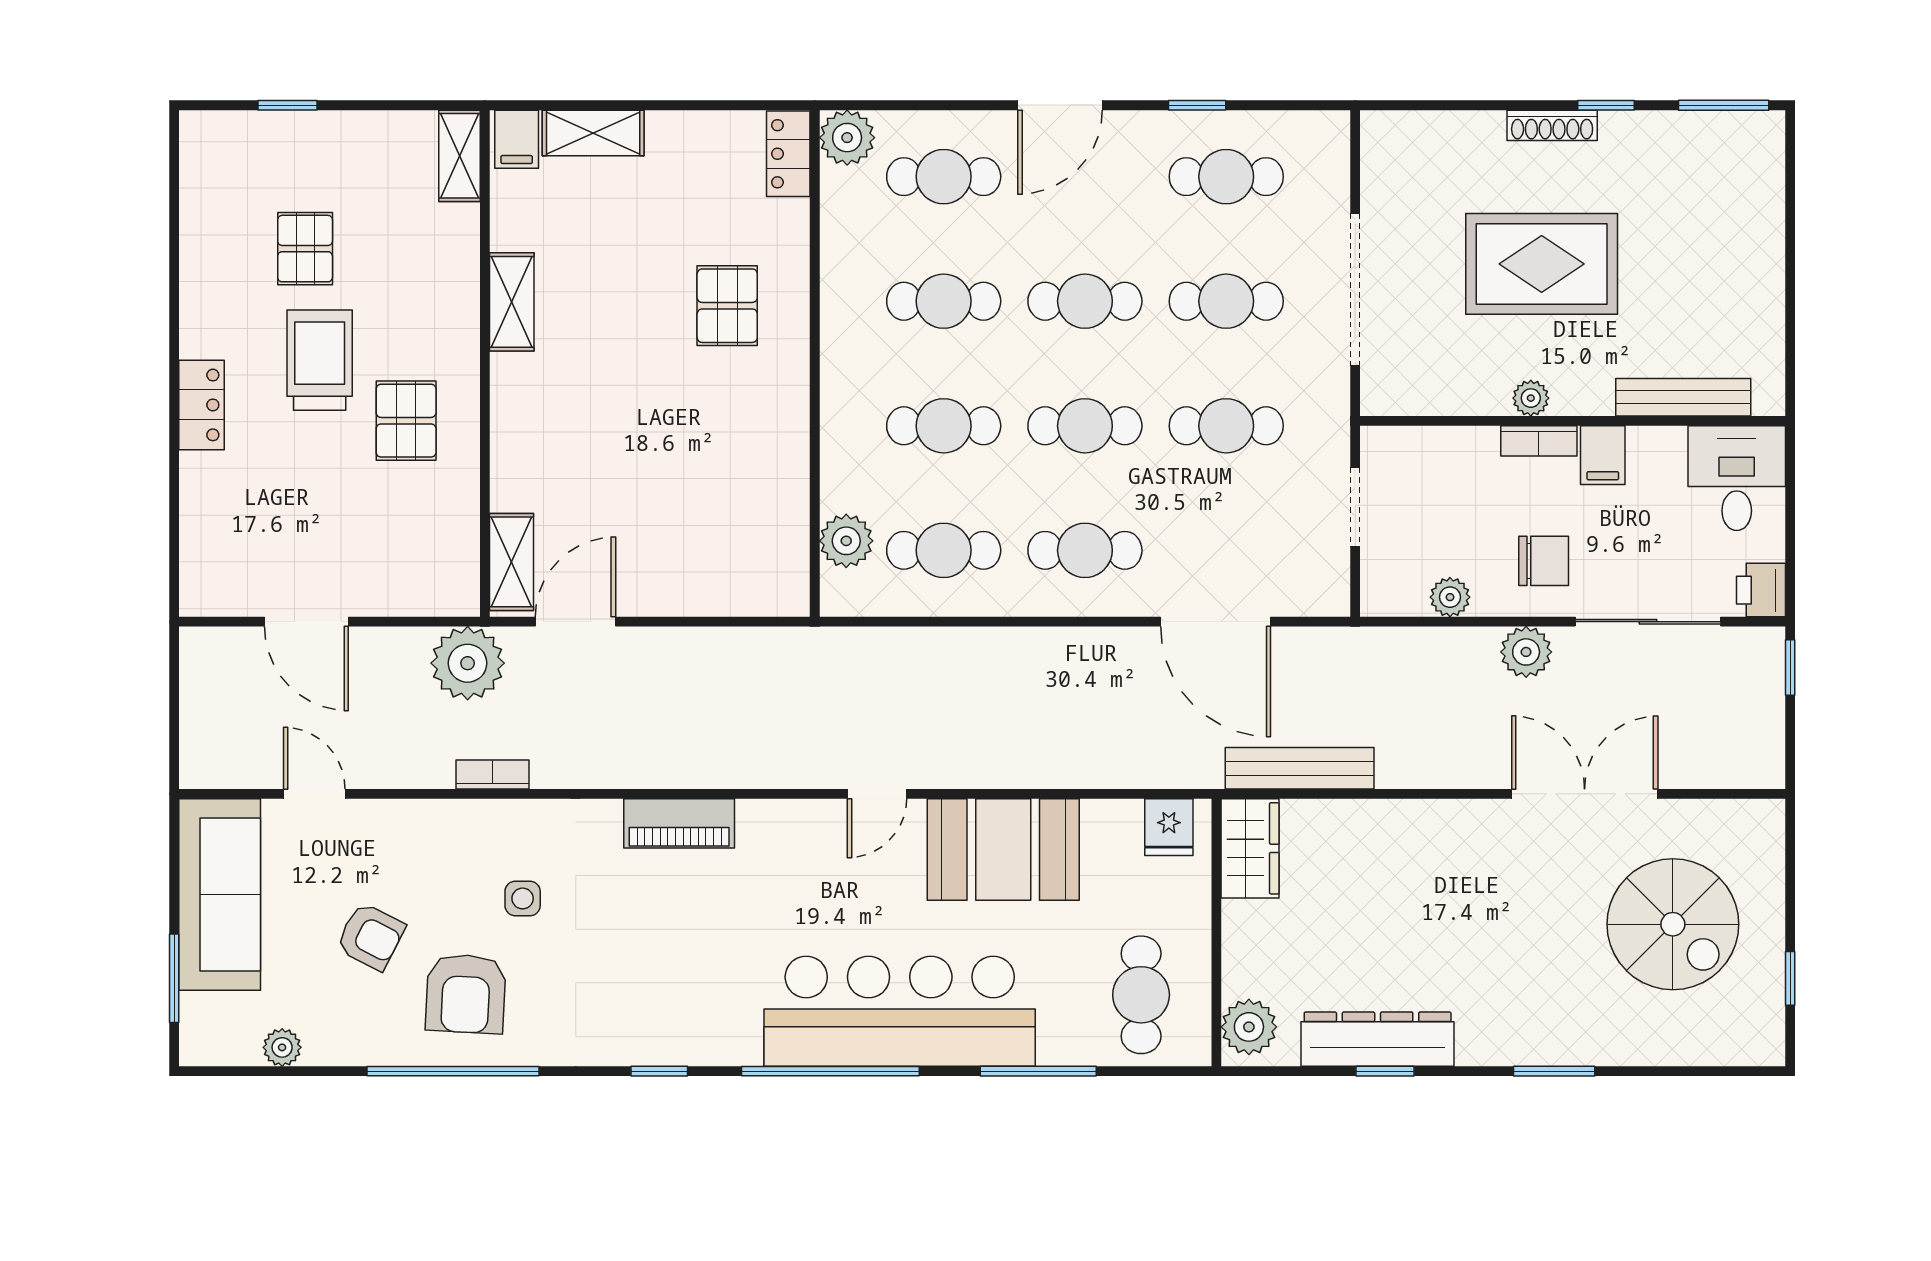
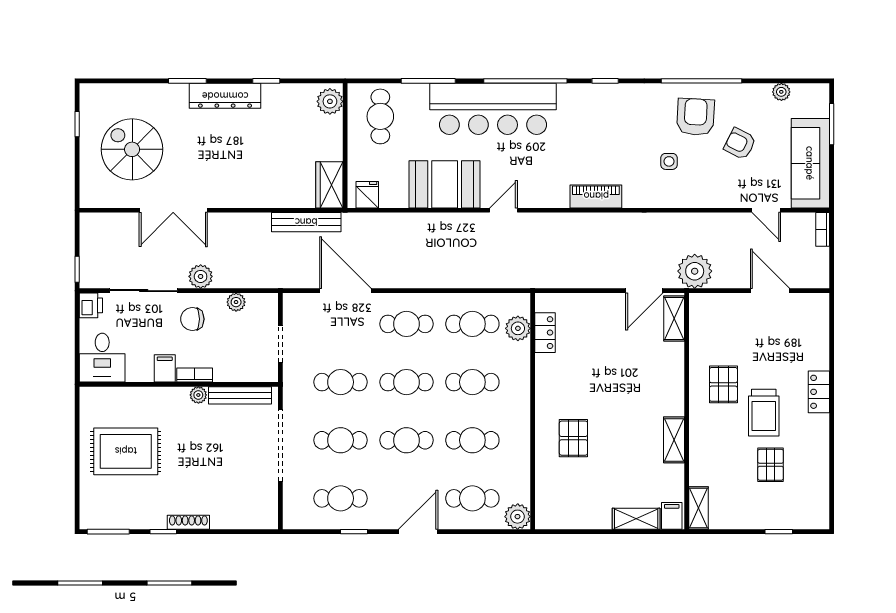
locker: (788, 154) -> (545, 333), moved
rug: (1542, 264) -> (126, 451), moved
bench: (1683, 397) -> (240, 395), moved
bookcase: (492, 775) -> (823, 229), moved, turned 90
dresser: (1378, 1039) -> (225, 96), moved

